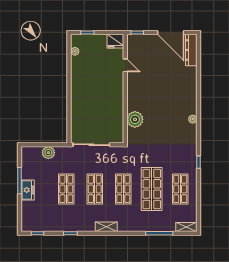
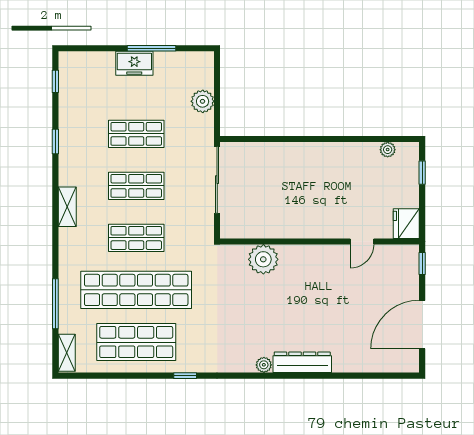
dresser: (191, 50) -> (302, 362), moved
shop shelf: (152, 189) -> (136, 290), width x1.40
shop shelf: (180, 189) -> (136, 342), width x1.43, depth x1.36

